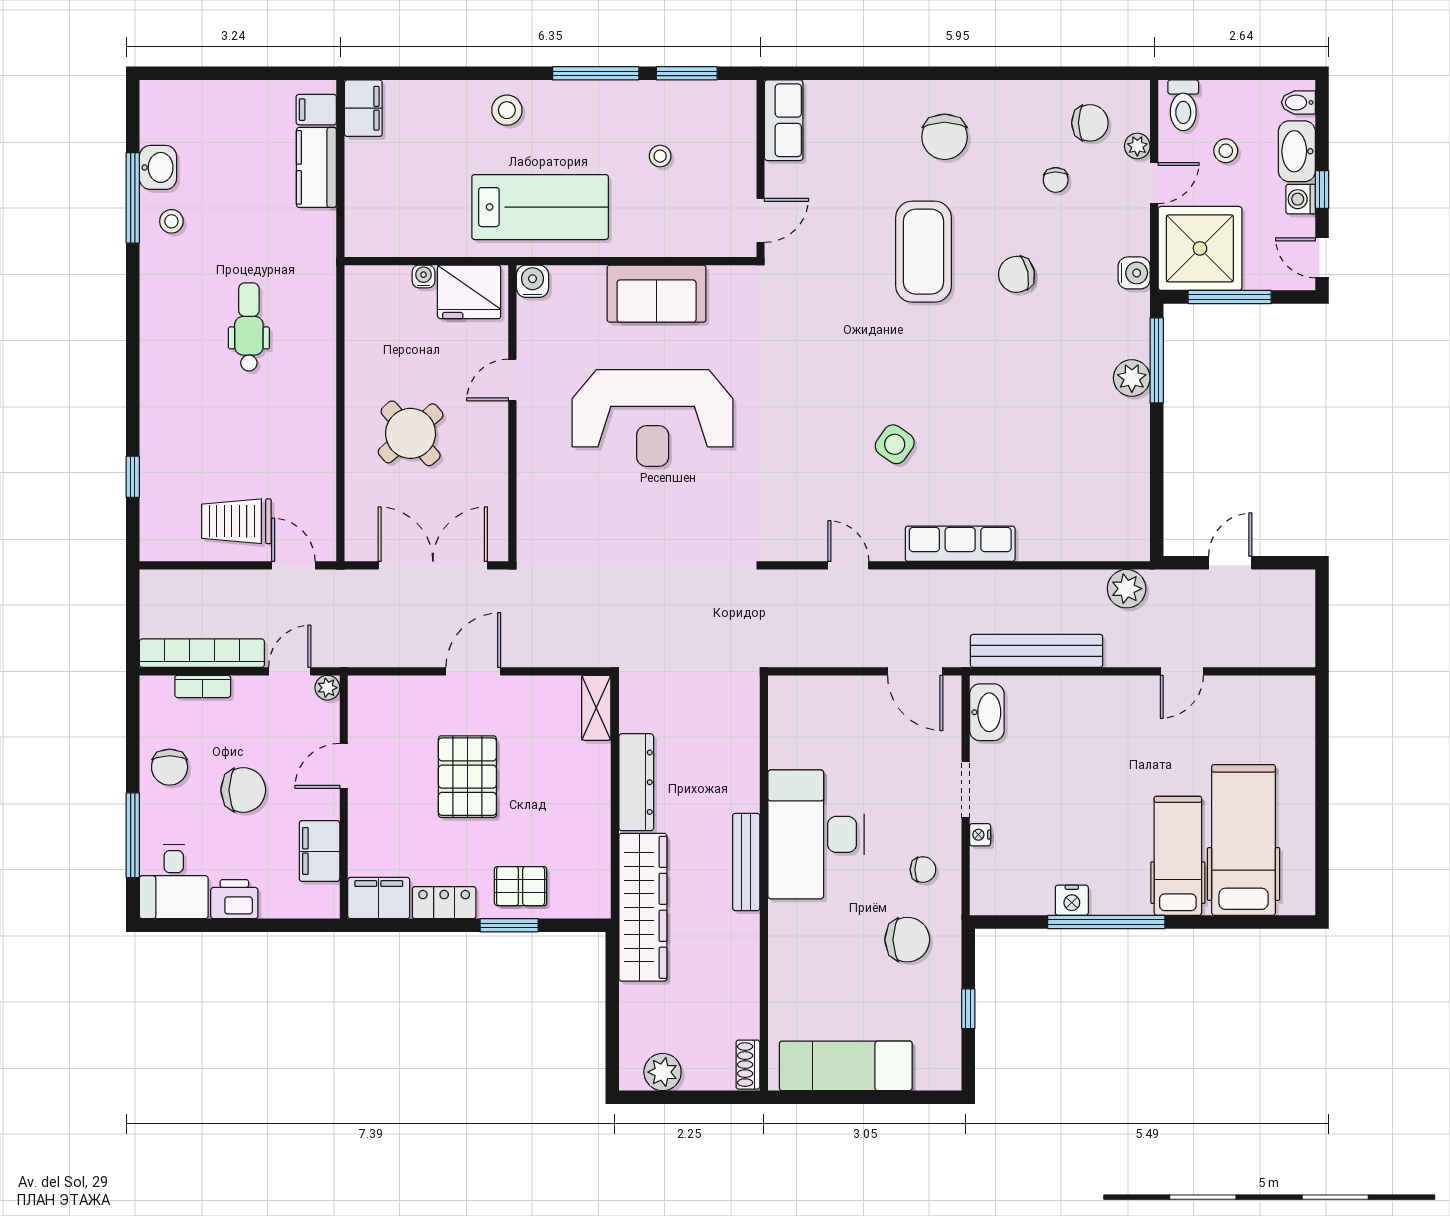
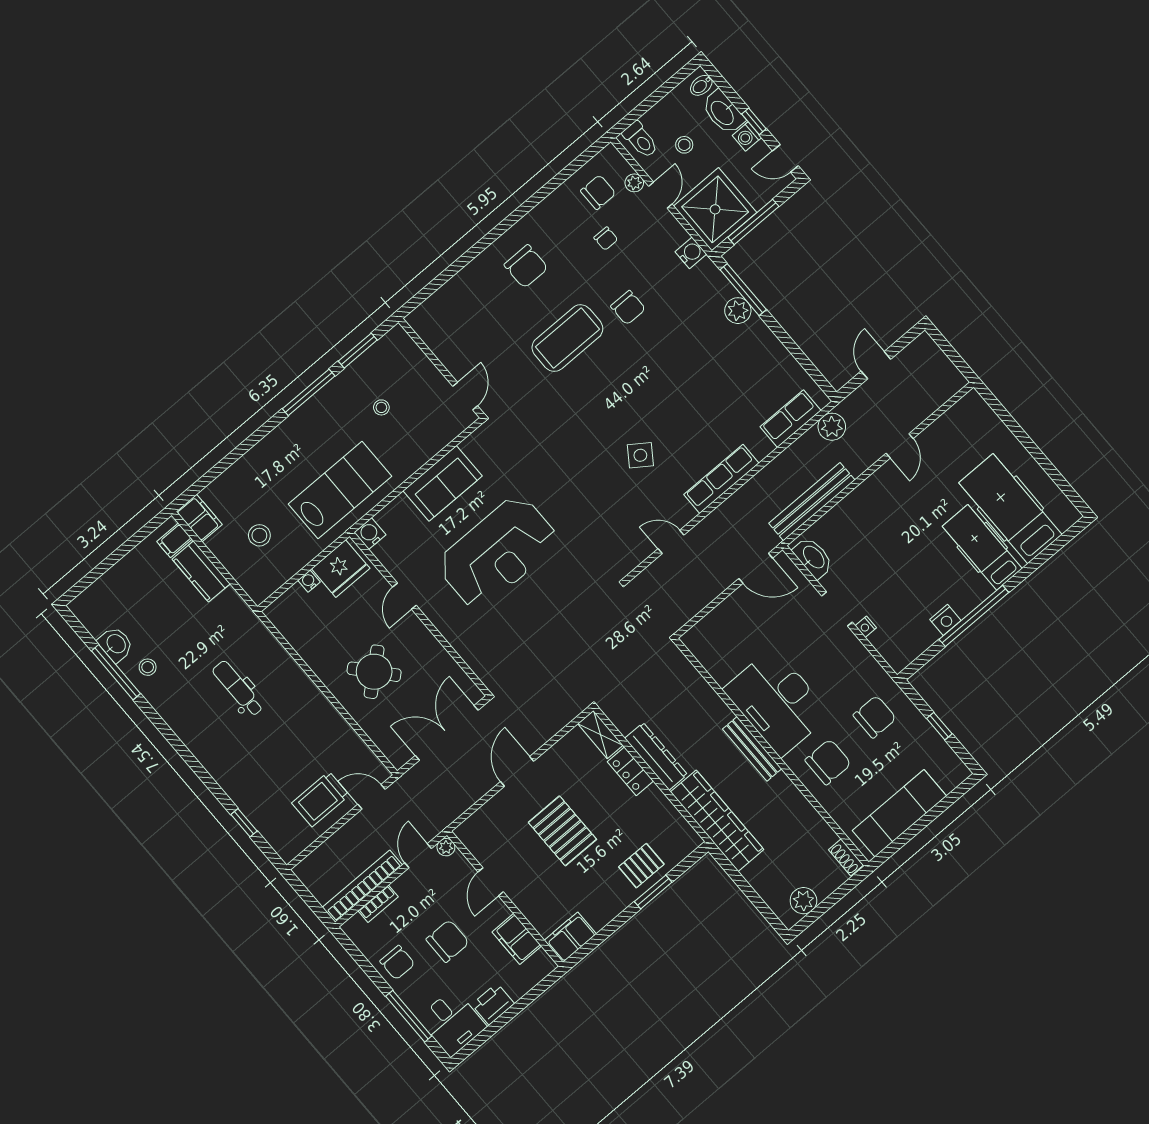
stool: (507, 110) -> (259, 535), moved
row of seats: (784, 120) -> (790, 419), moved, turned -90
coffee table: (923, 252) -> (567, 338), turned 90
chair: (1017, 274) -> (628, 308), turned -78
chair: (923, 870) -> (828, 762), moved, width x1.87, depth x1.87
locker: (444, 903) -> (630, 771), moved, turned -90

